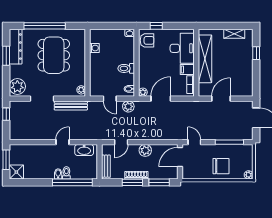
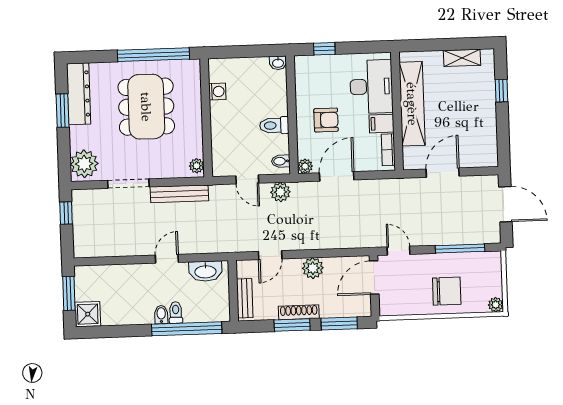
window: (45, 26) -> (153, 55), moved
armchair: (147, 40) -> (326, 120), moved

